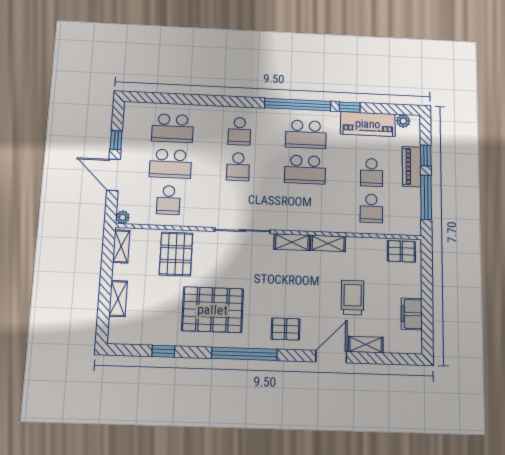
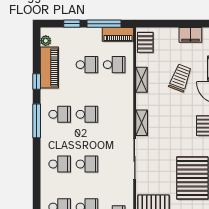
window: (298, 105) -> (37, 121), width x0.68
school desk: (306, 134) -> (60, 114), width x0.54
piano: (412, 167) -> (118, 34), moved
school desk: (305, 170) -> (87, 114), width x0.54
shelving: (328, 243) -> (142, 80), moved
trolley: (353, 298) -> (180, 78), turned 111

